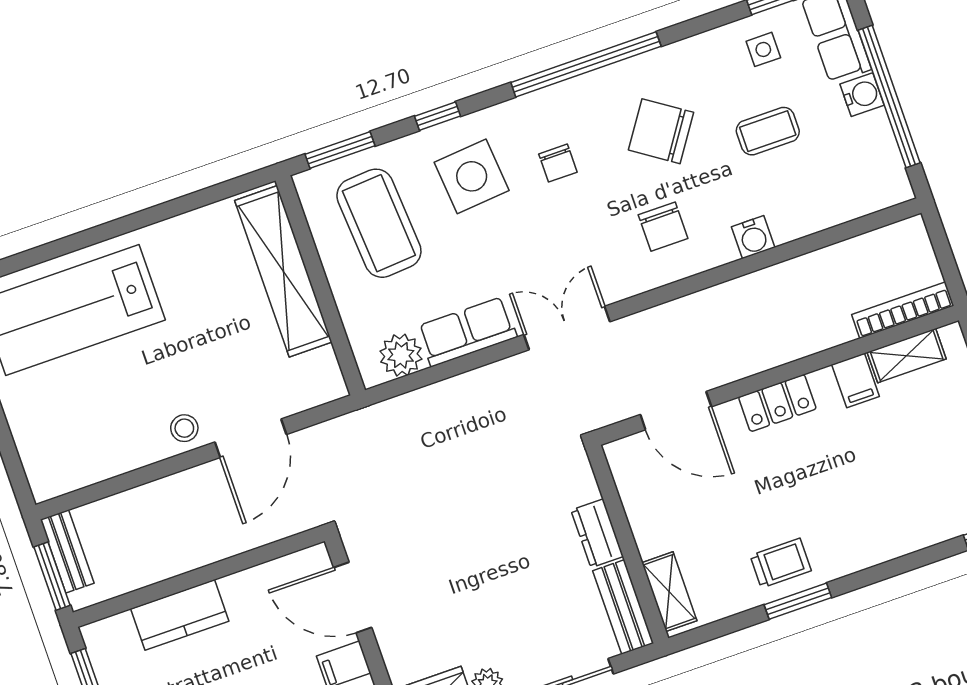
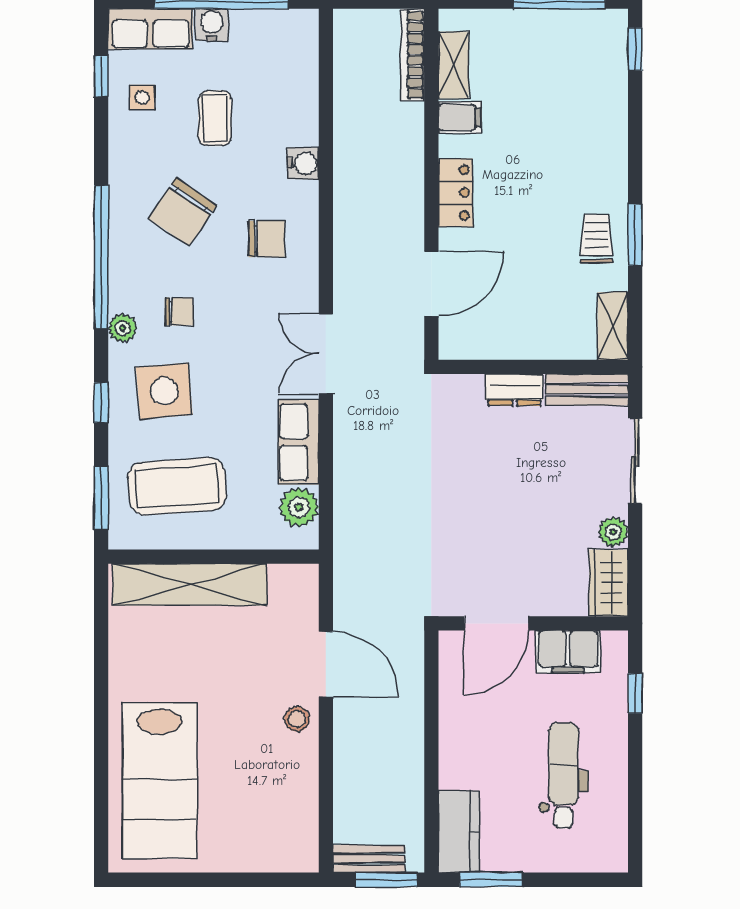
plant: (521, 111) -> (122, 328), added
shelving: (669, 592) -> (613, 326), moved, turned 90
kitchen counter: (180, 615) -> (459, 832), moved

